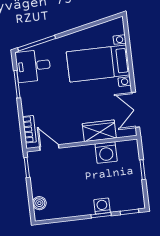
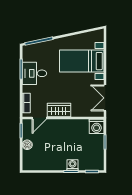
desk: (33, 66) -> (34, 73), moved
wardrobe: (99, 131) -> (59, 110), moved
door: (49, 147) -> (39, 118), swing flipped
washing machine: (106, 152) -> (97, 126), moved
boiler: (39, 203) -> (27, 145), moved

